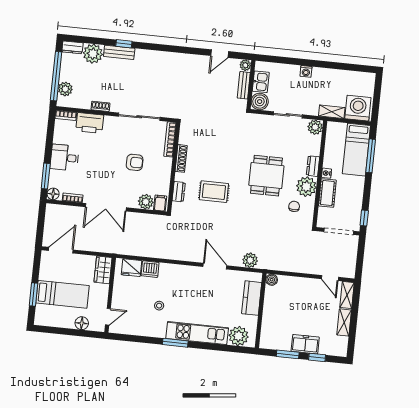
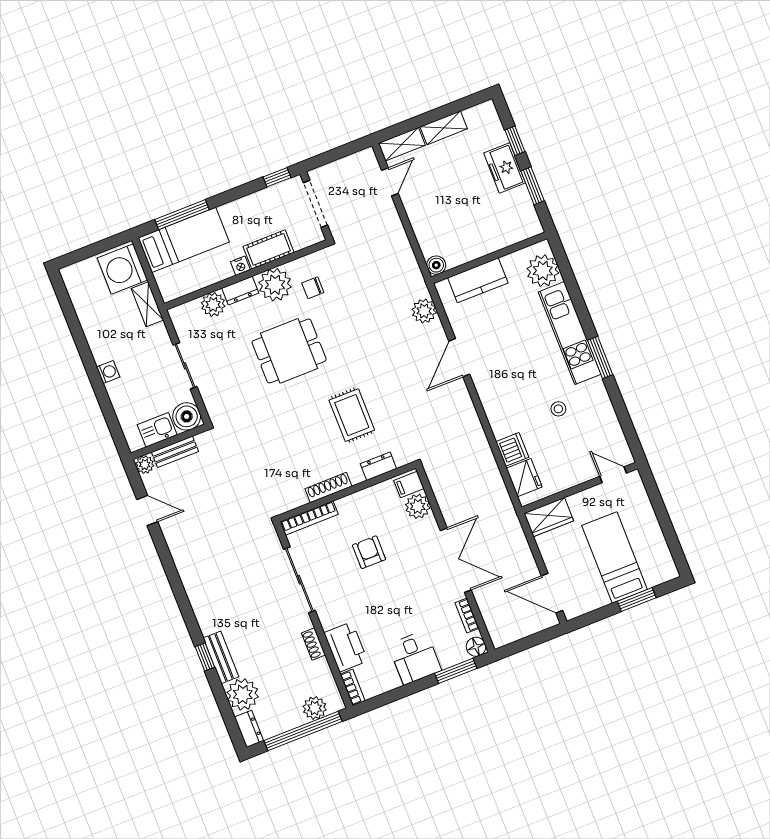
plant: (315, 127) -> (213, 304), moved
floor lamp: (82, 323) -> (642, 508), removed

